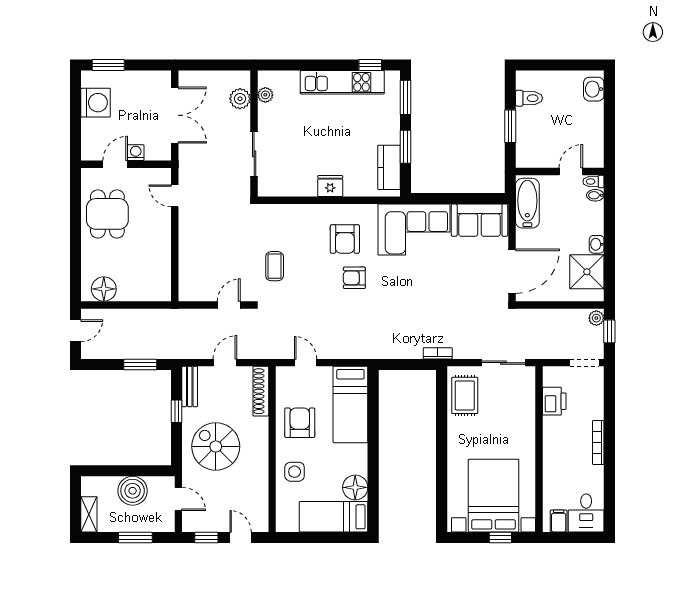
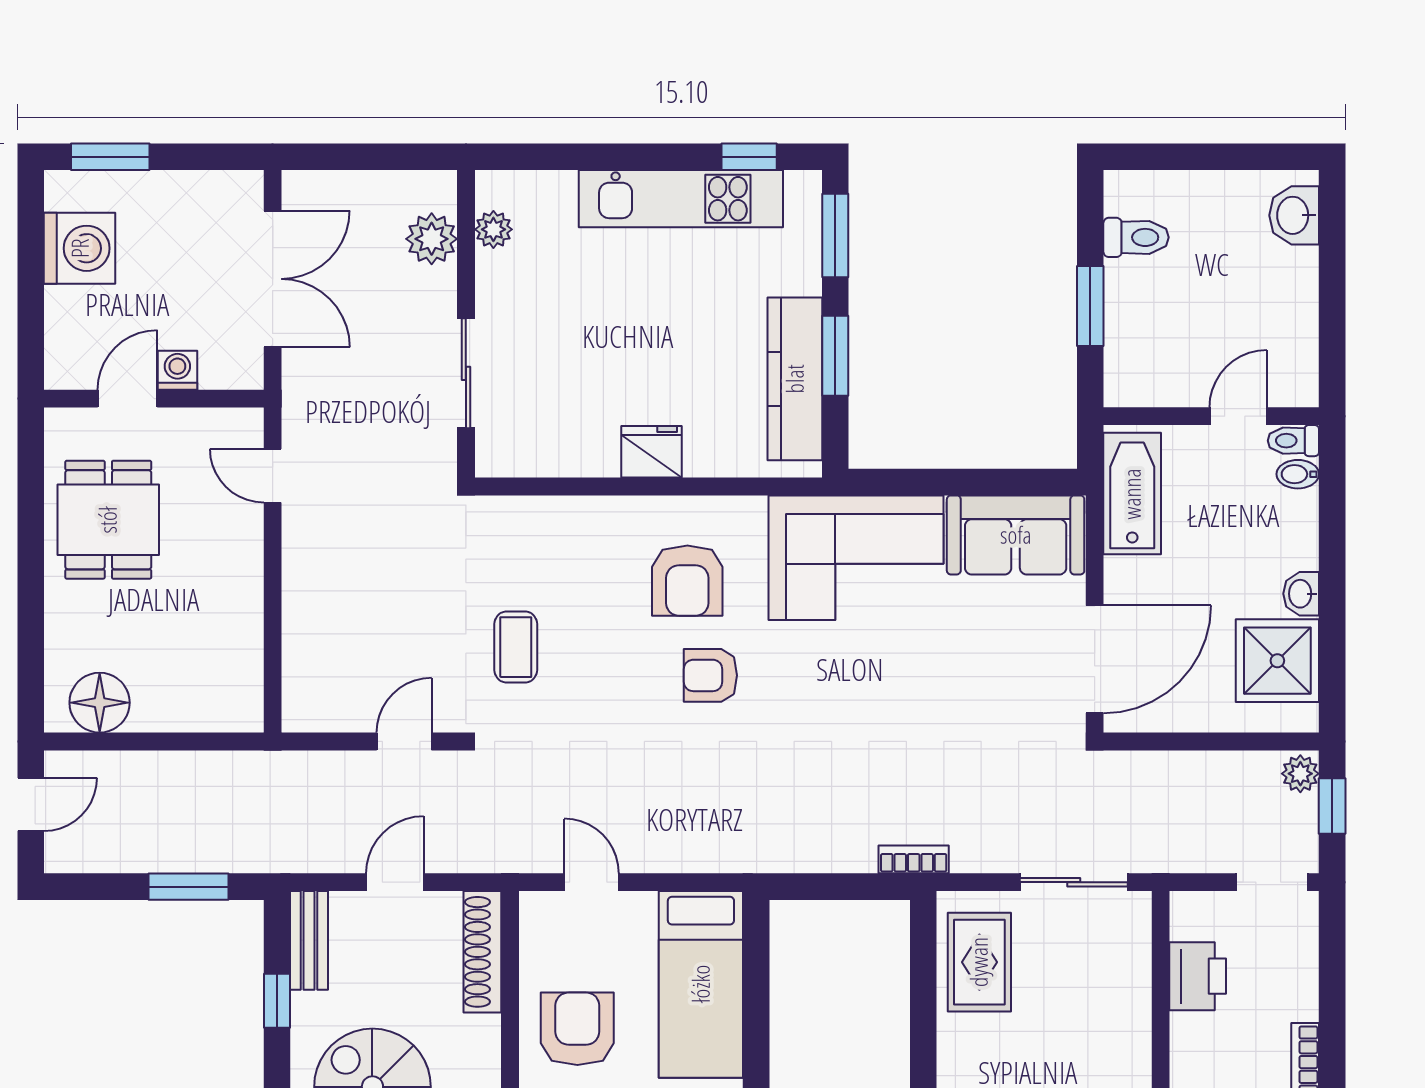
kitchen counter: (389, 167) -> (795, 379), width x1.50

